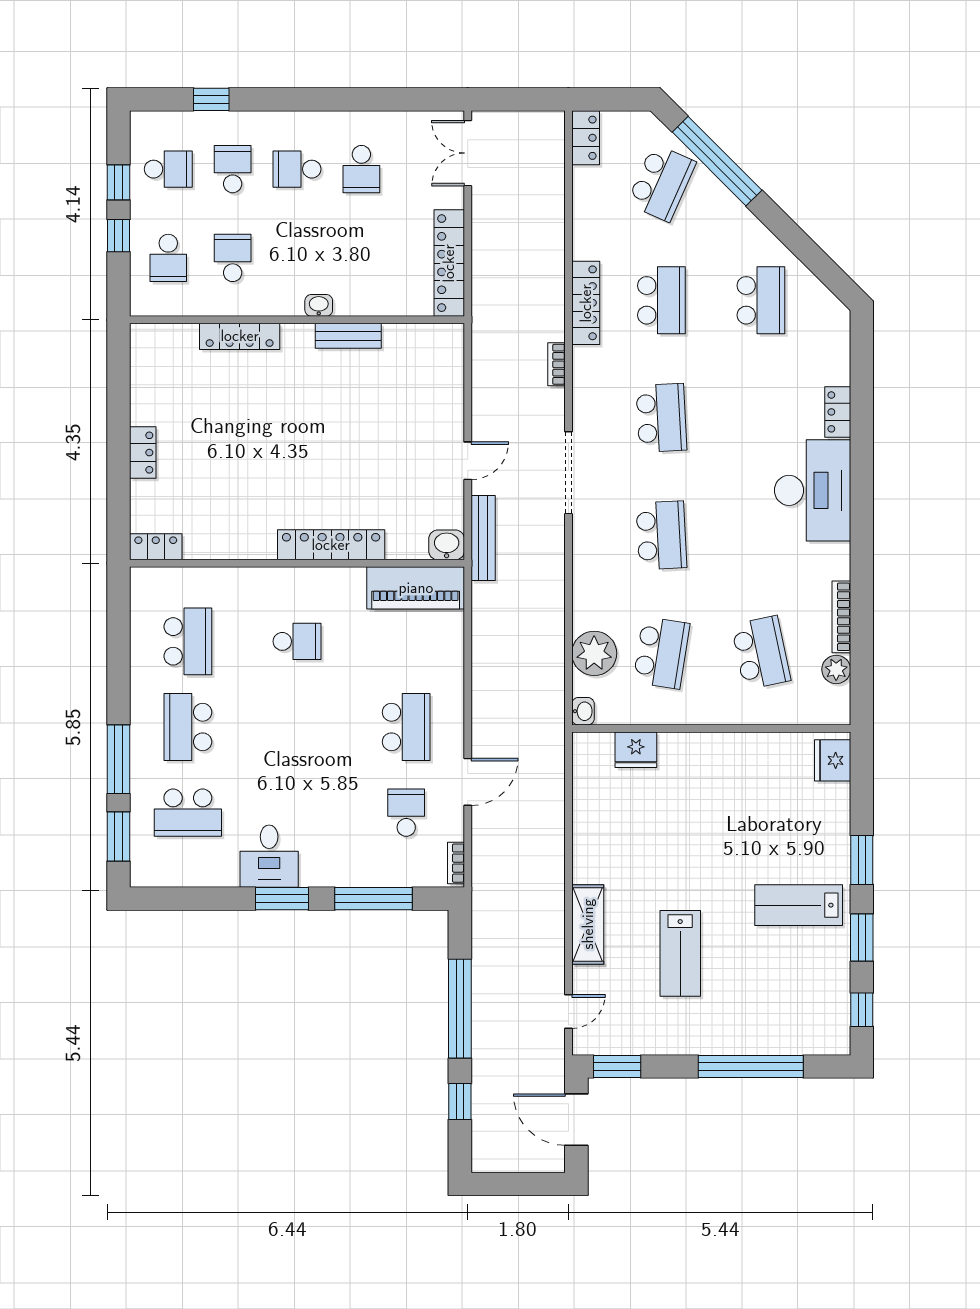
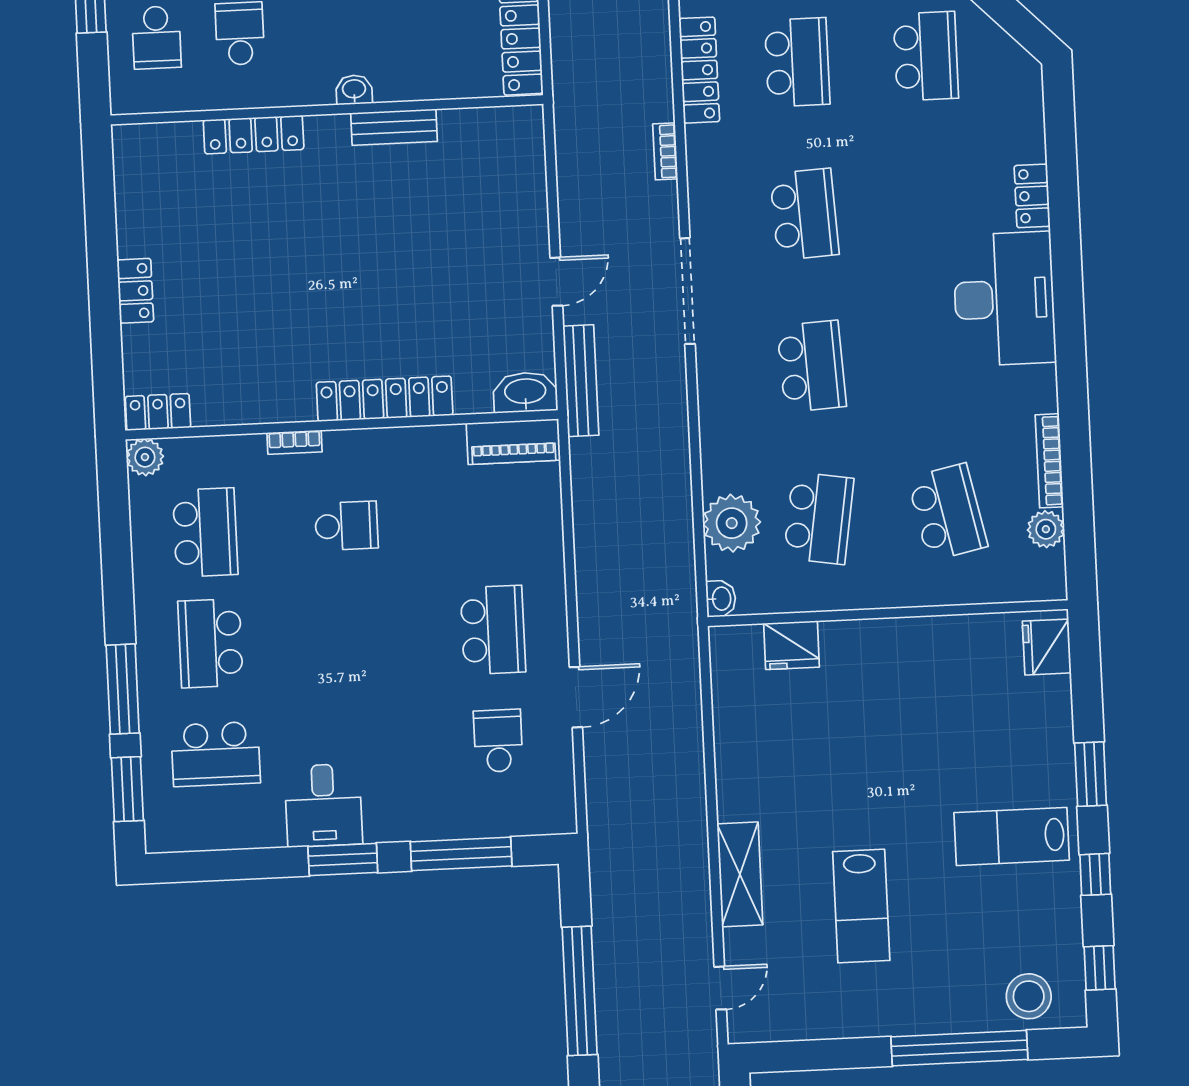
washbasin: (447, 545) -> (525, 392), width x1.38
plant: (144, 581) -> (145, 457), added
piano: (416, 588) -> (513, 442), width x0.73, depth x0.75
bookcase: (456, 863) -> (295, 442), moved, turned -90
window: (862, 937) -> (1095, 874), width x0.67
stool: (806, 1029) -> (1029, 996), added
window: (617, 1066) -> (787, 1056), removed

